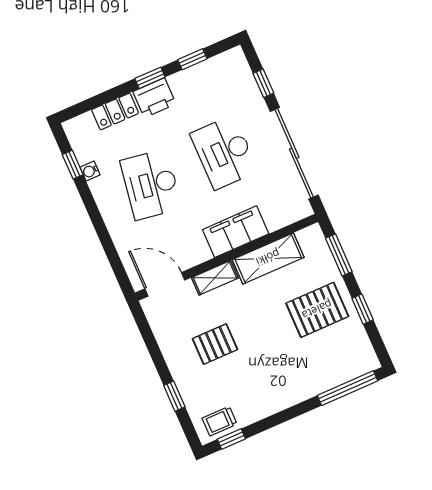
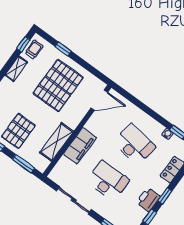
printer: (154, 98) -> (148, 200), moved
sliding door: (294, 153) -> (74, 200), width x0.73
shelving: (215, 278) -> (16, 69), moved
pallet: (215, 344) -> (58, 85), width x2.05, depth x2.00

